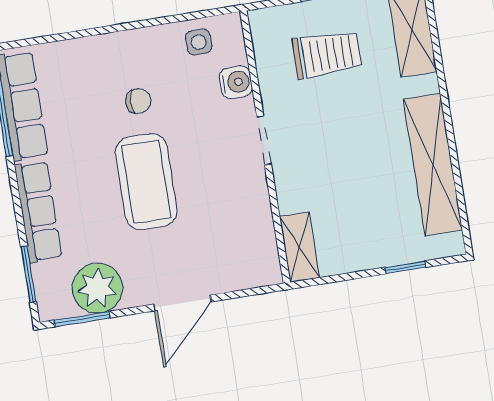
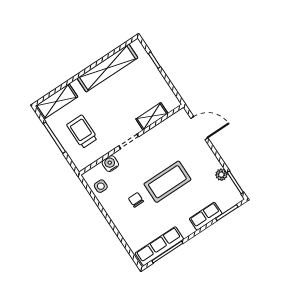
row of seats: (38, 212) -> (206, 216), width x0.68
shelving: (300, 247) -> (152, 116), moved
plant: (97, 288) -> (221, 175), width x0.53, depth x0.53
door: (182, 303) -> (199, 128), moved

